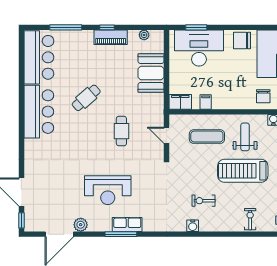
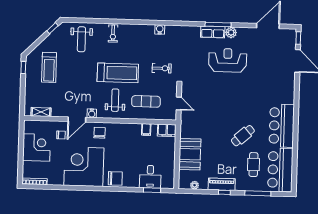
desk: (199, 48) -> (150, 177), width x0.53, depth x0.77
cafe table: (121, 131) -> (254, 165), moved
weight bench: (245, 137) -> (115, 100), turned 180
exercise bike: (204, 201) -> (162, 68), moved
plant: (81, 225) -> (231, 32), moved

